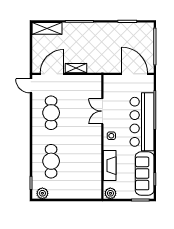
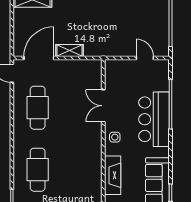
door: (135, 74) -> (145, 58), width x0.53
bar counter: (142, 122) -> (154, 119), width x0.73

